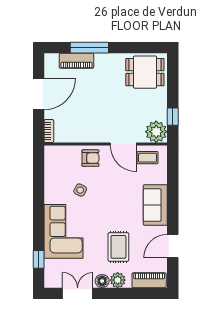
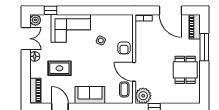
piano: (76, 61) -> (195, 27), moved
dining table: (145, 72) -> (185, 70), moved
door: (123, 144) -> (134, 72), hinge flipped
plant: (118, 280) -> (35, 20), moved

